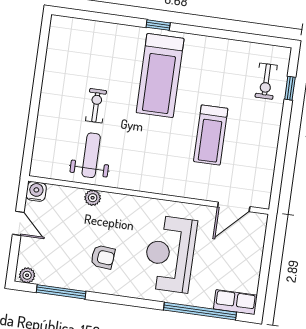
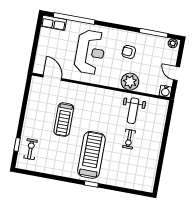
treadmill: (211, 135) -> (64, 120), turned 180
plant: (93, 198) -> (130, 82), width x1.88, depth x1.88
door: (234, 207) -> (52, 78), hinge flipped

